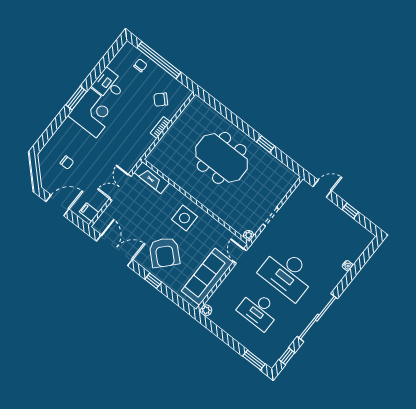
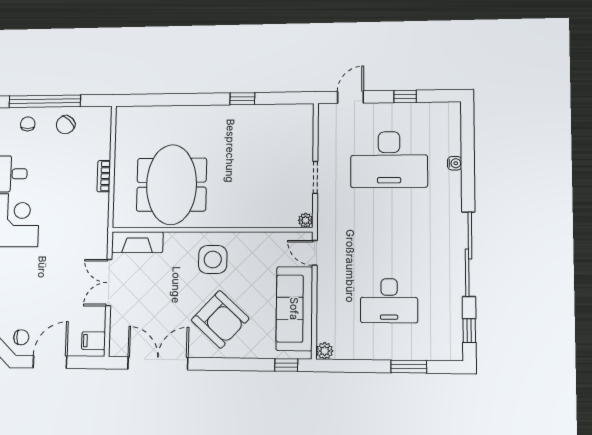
chair: (161, 100) -> (66, 125), moved
meeting table: (222, 158) -> (172, 185), moved, turned 90
chair: (67, 163) -> (21, 337), moved
desk: (287, 274) -> (389, 159), moved
window: (153, 281) -> (286, 365), moved
window: (254, 360) -> (409, 367), moved

